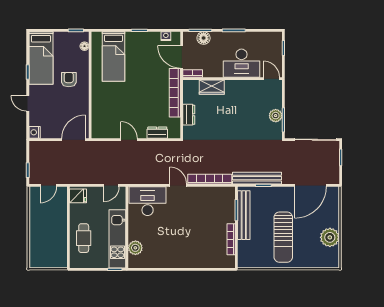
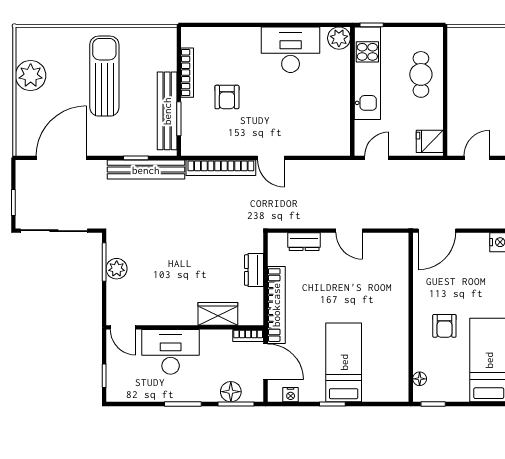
bed: (113, 56) -> (344, 362), moved
desk: (148, 201) -> (291, 50), moved, turned 180
armchair: (206, 224) -> (227, 97), added
plant: (135, 248) -> (339, 38), moved

